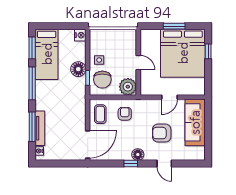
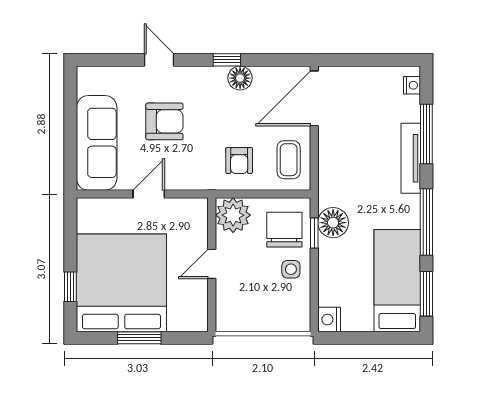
door: (138, 63) -> (212, 264), hinge flipped
floor lamp: (78, 69) -> (333, 223), moved
tv unit: (40, 128) -> (411, 158), moved
floor lamp: (138, 155) -> (240, 78), moved

